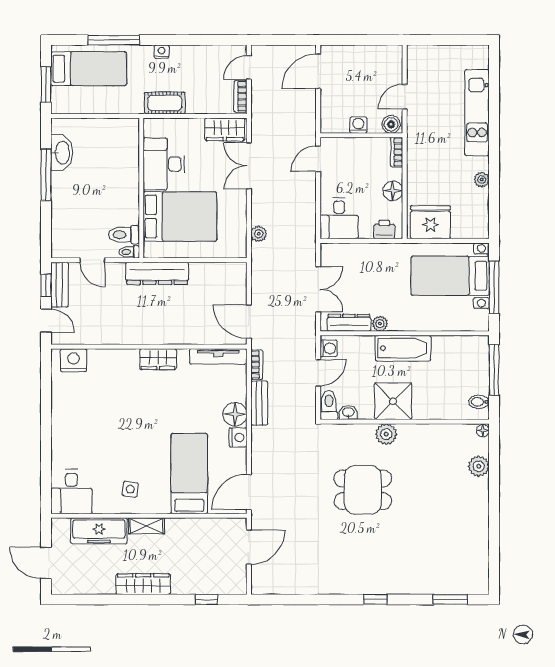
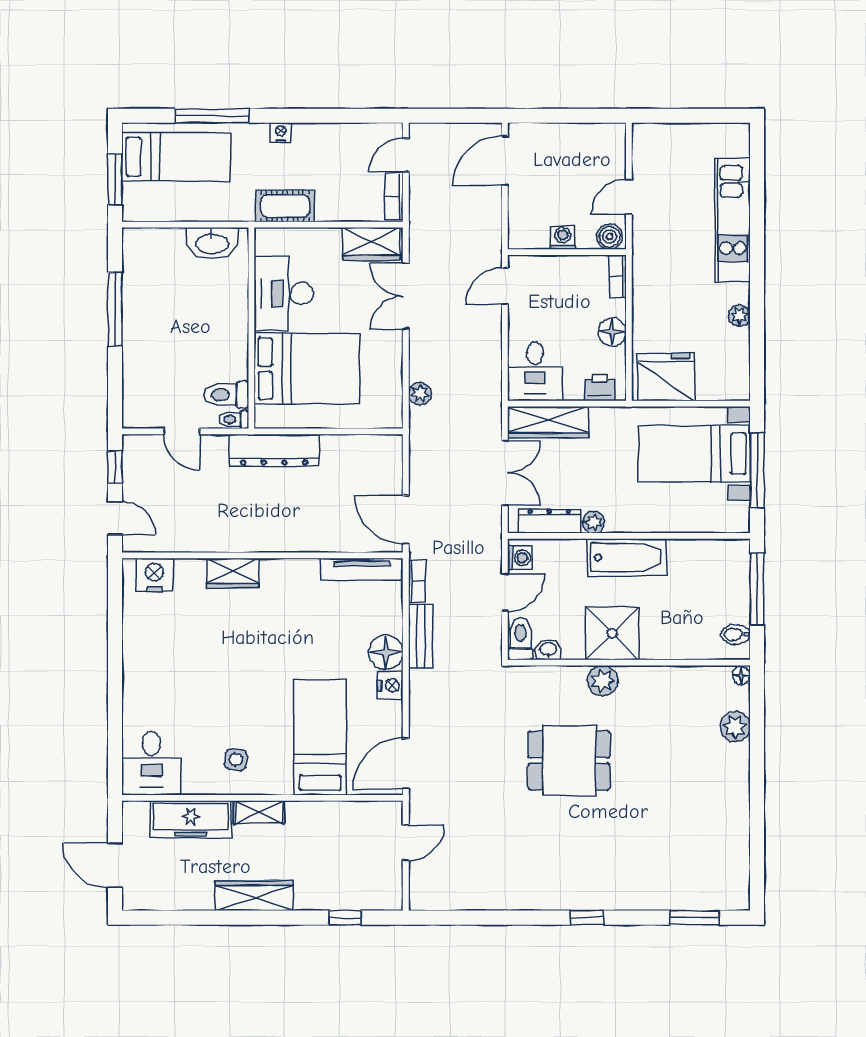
washbasin: (62, 153) -> (212, 243), moved, turned 90
wardrobe: (348, 254) -> (548, 422), added
bench: (59, 285) -> (134, 466), removed
wardrobe: (158, 359) -> (233, 573), moved
door: (249, 547) -> (406, 843), width x0.73

